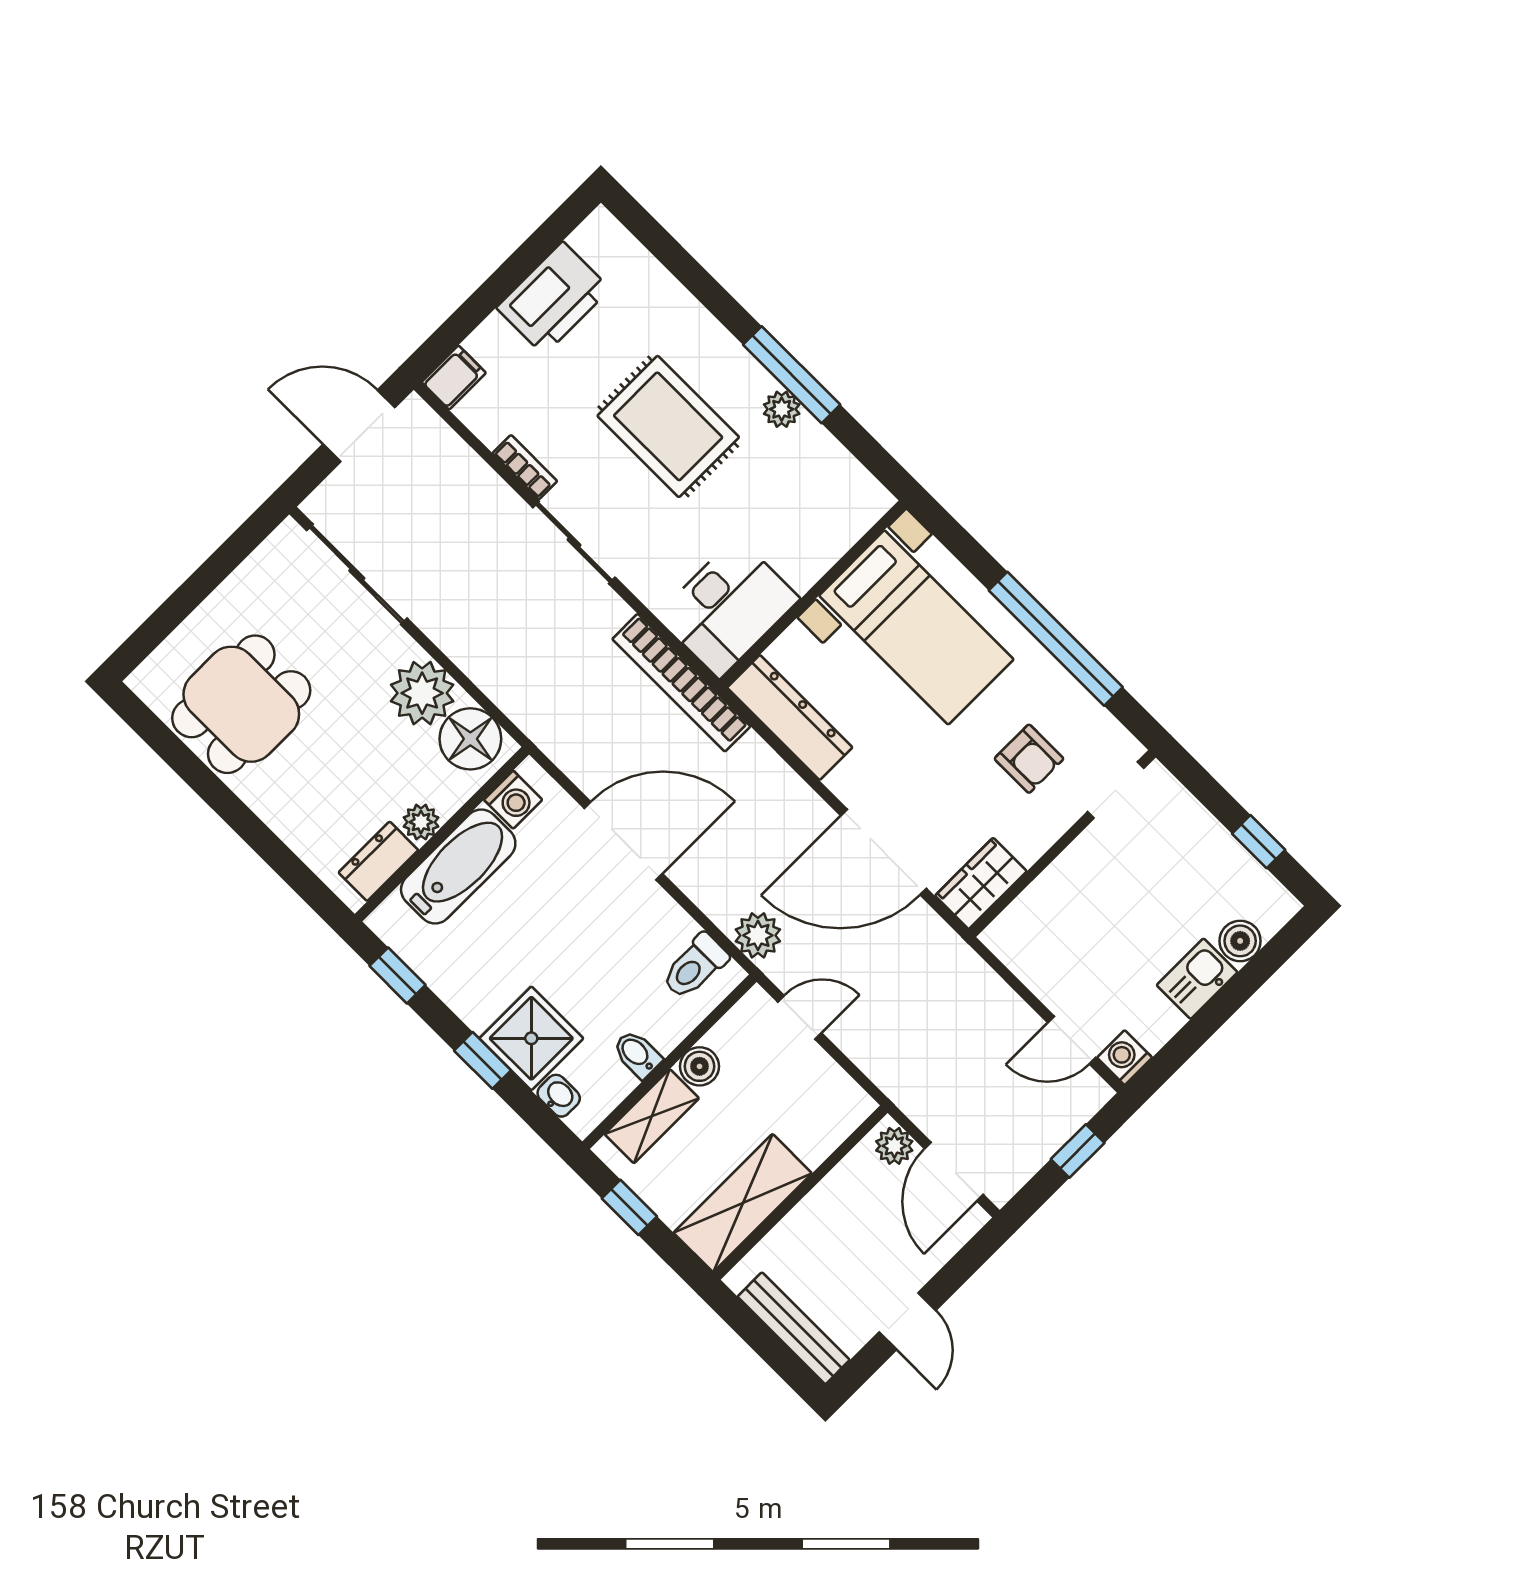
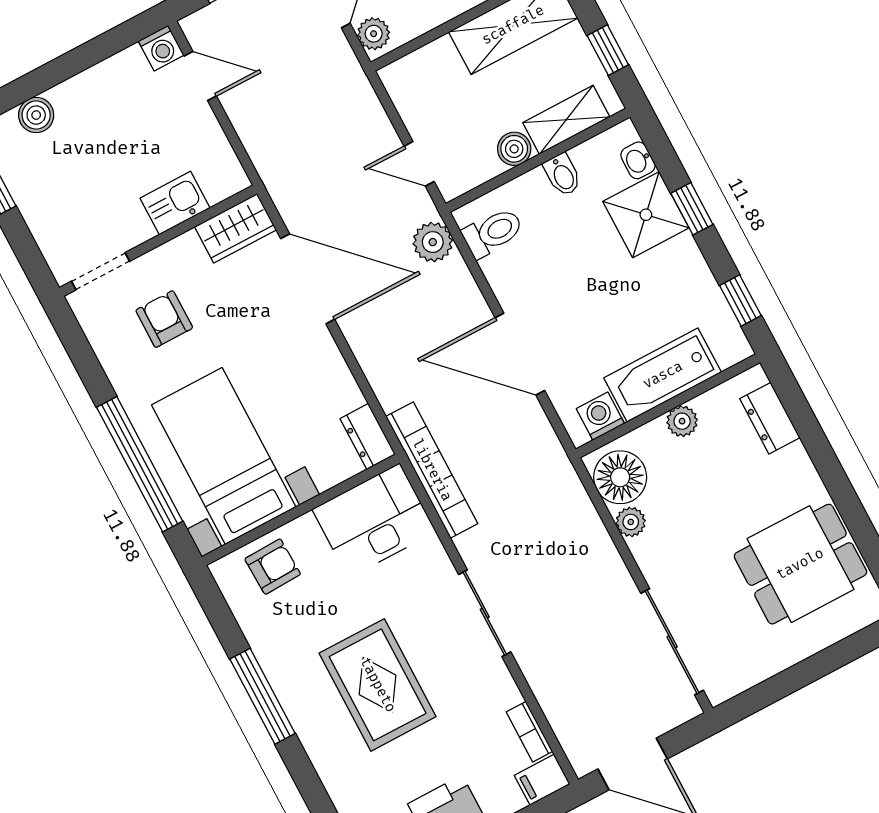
plant: (782, 409) -> (280, 670), removed
bookcase: (525, 467) -> (529, 732), moved
armchair: (825, 522) -> (273, 567), added
window: (1056, 639) -> (140, 464), moved
plant: (422, 693) -> (631, 522), width x0.53, depth x0.53
dresser: (790, 717) -> (368, 437), width x0.51, depth x0.80
dresser: (378, 861) -> (770, 418), moved, turned 90
kitchen sink: (1197, 979) -> (175, 203), moved, turned 180

